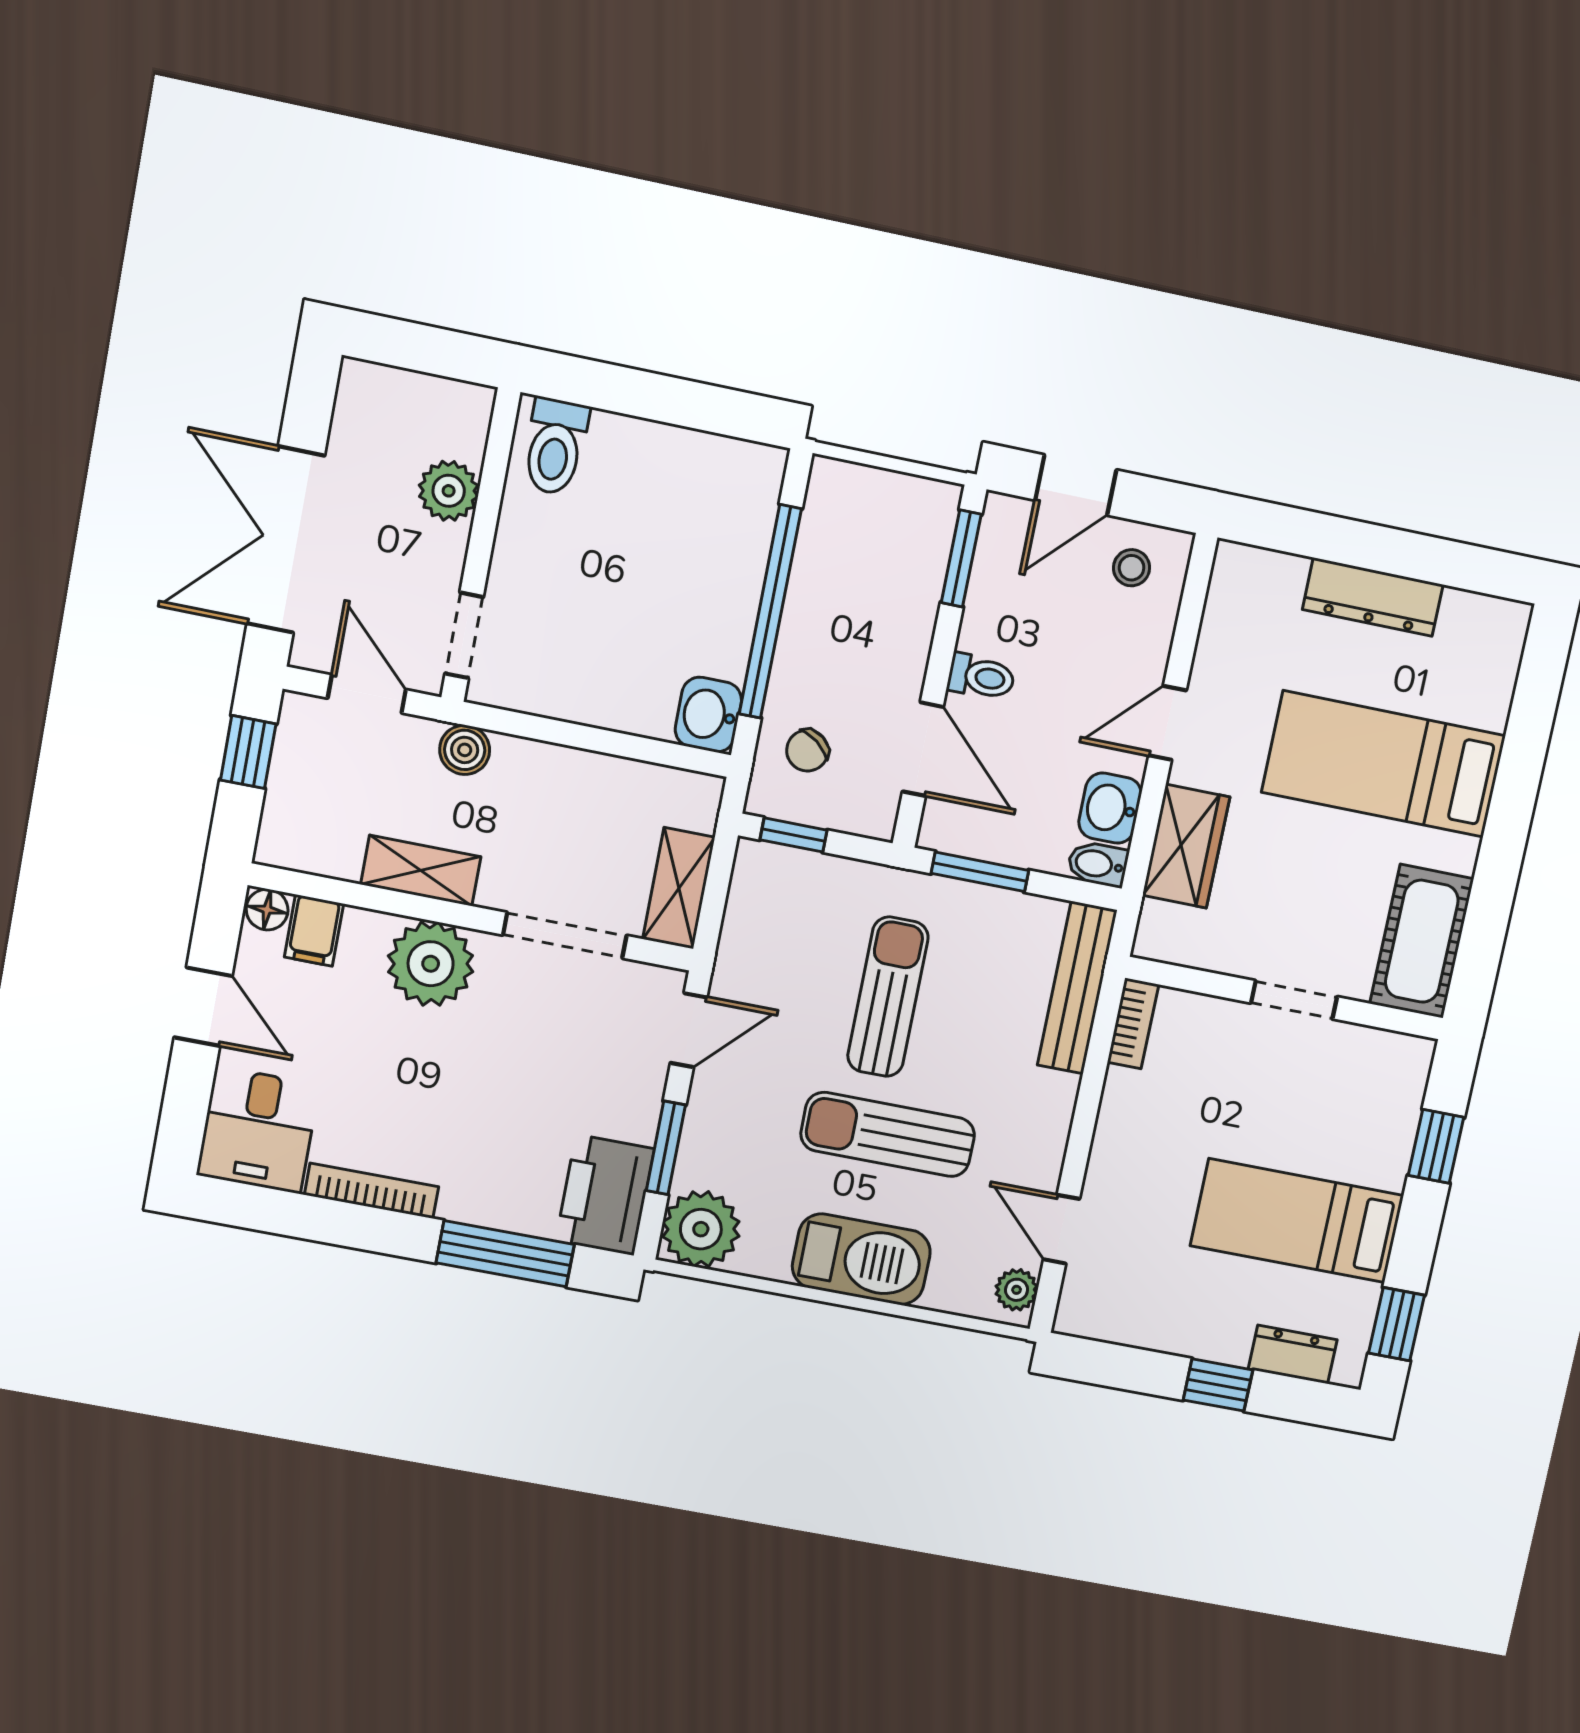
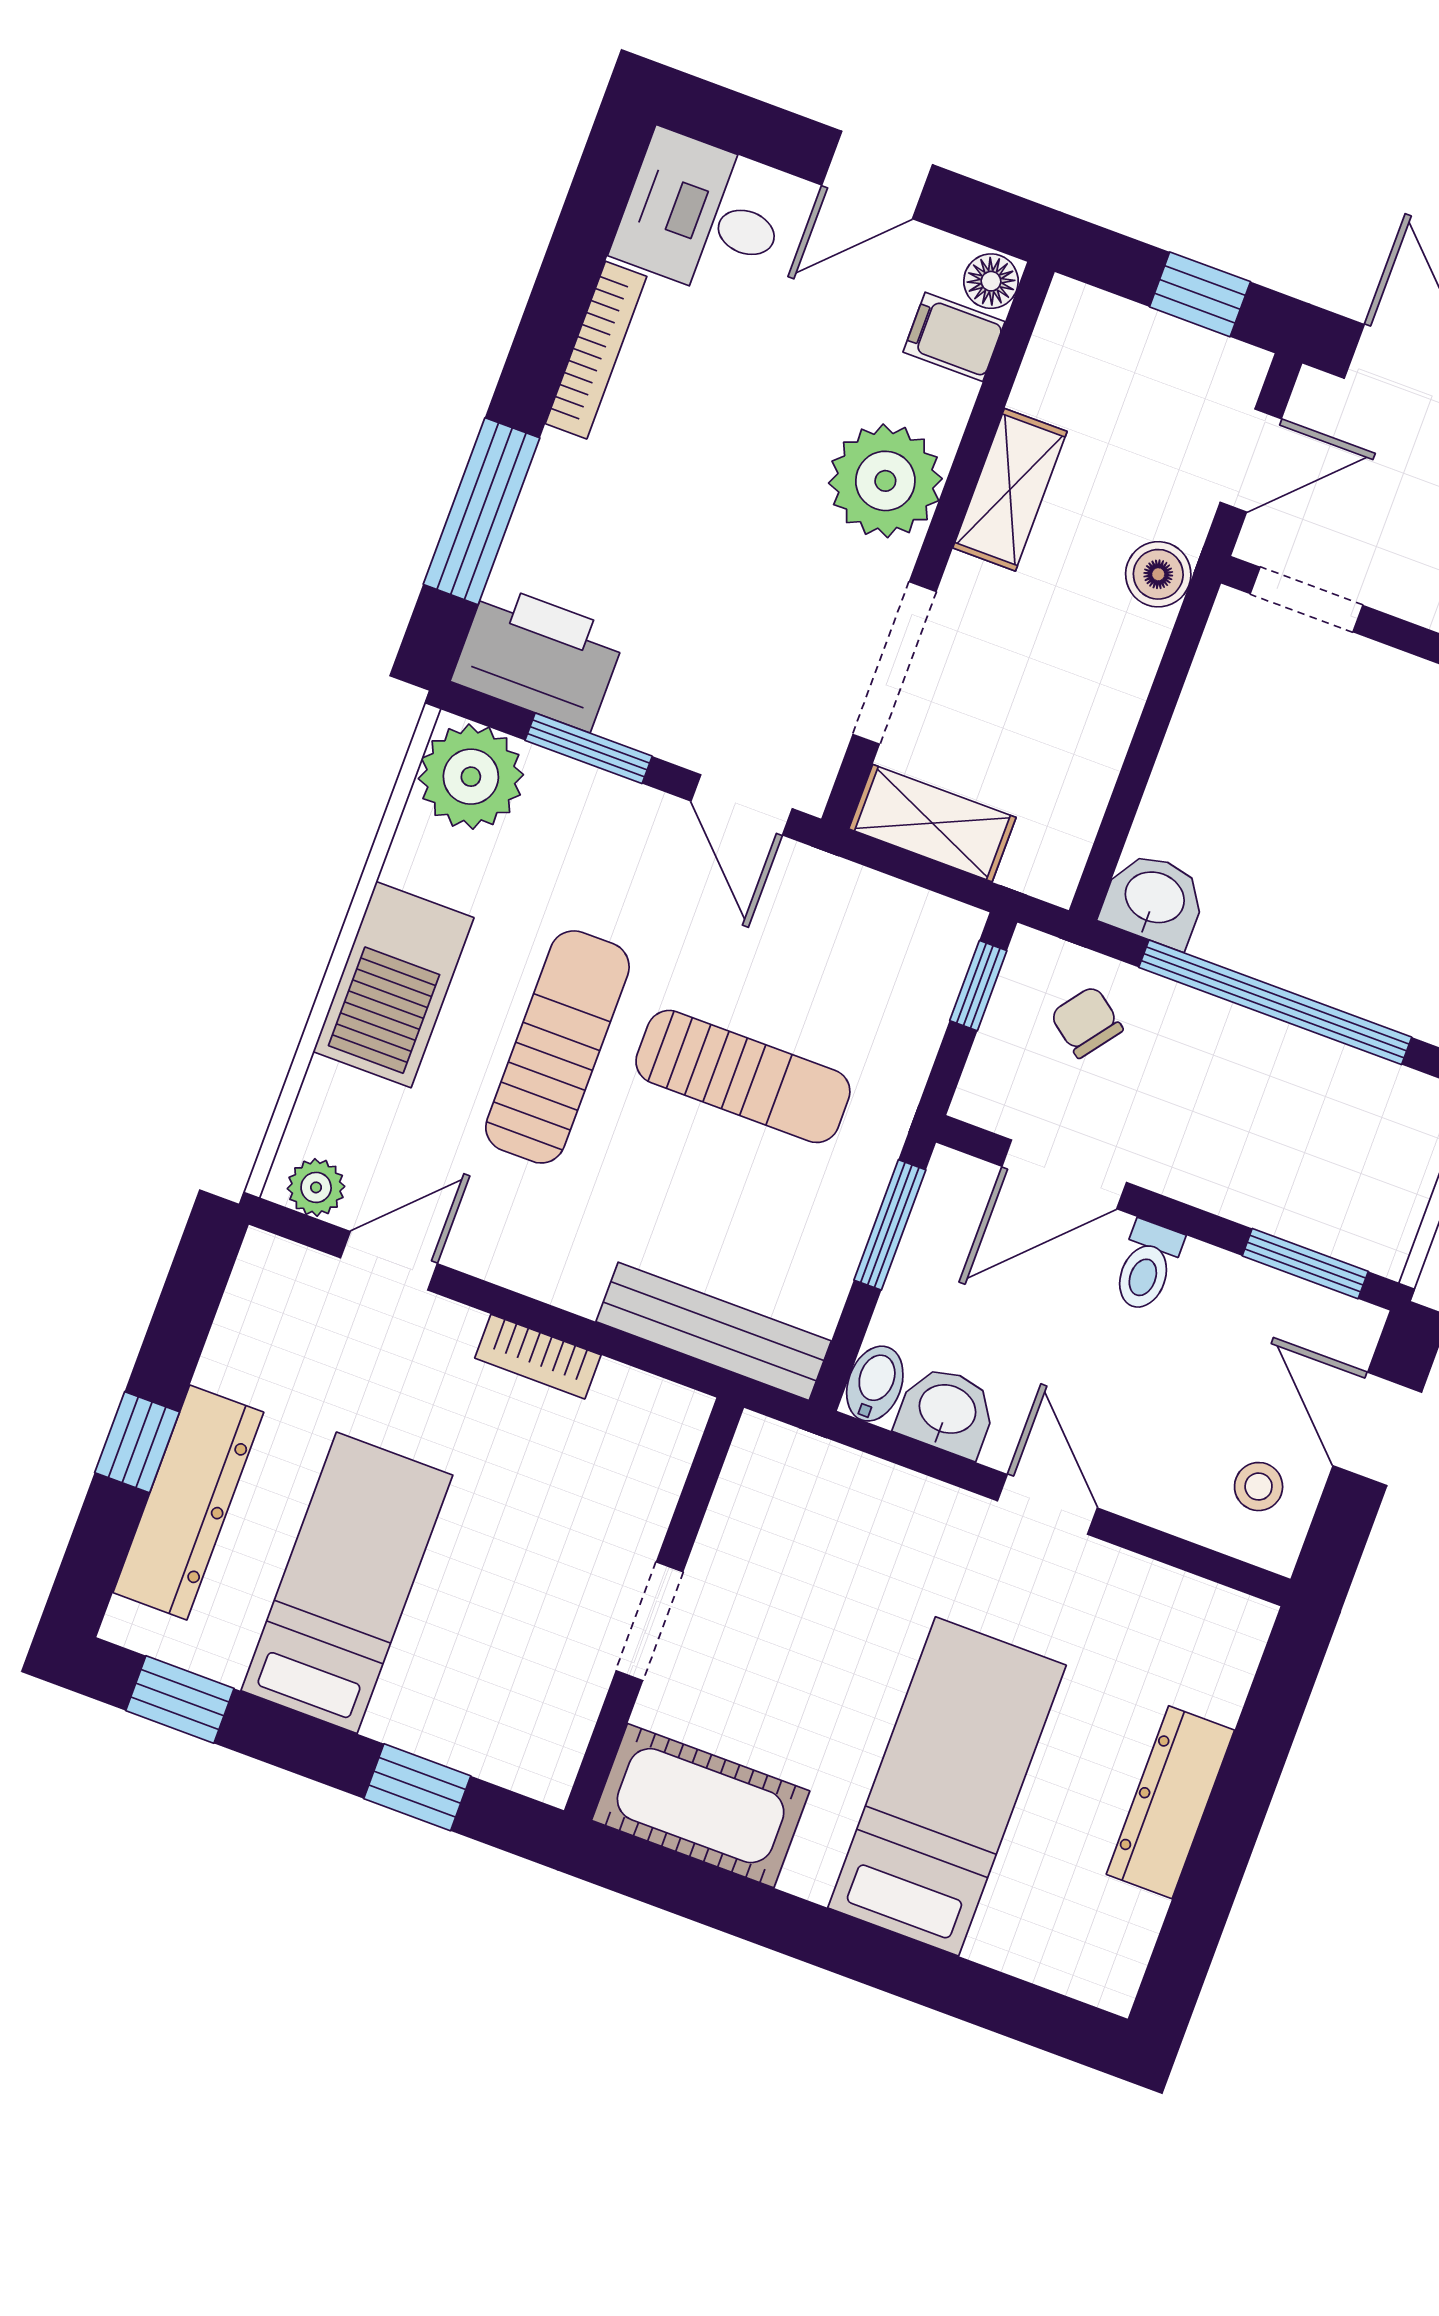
wardrobe: (1186, 846) -> (880, 1505), removed
bookcase: (1133, 1023) -> (538, 1357), moved
dresser: (1293, 1354) -> (188, 1502), width x1.96, depth x1.24

